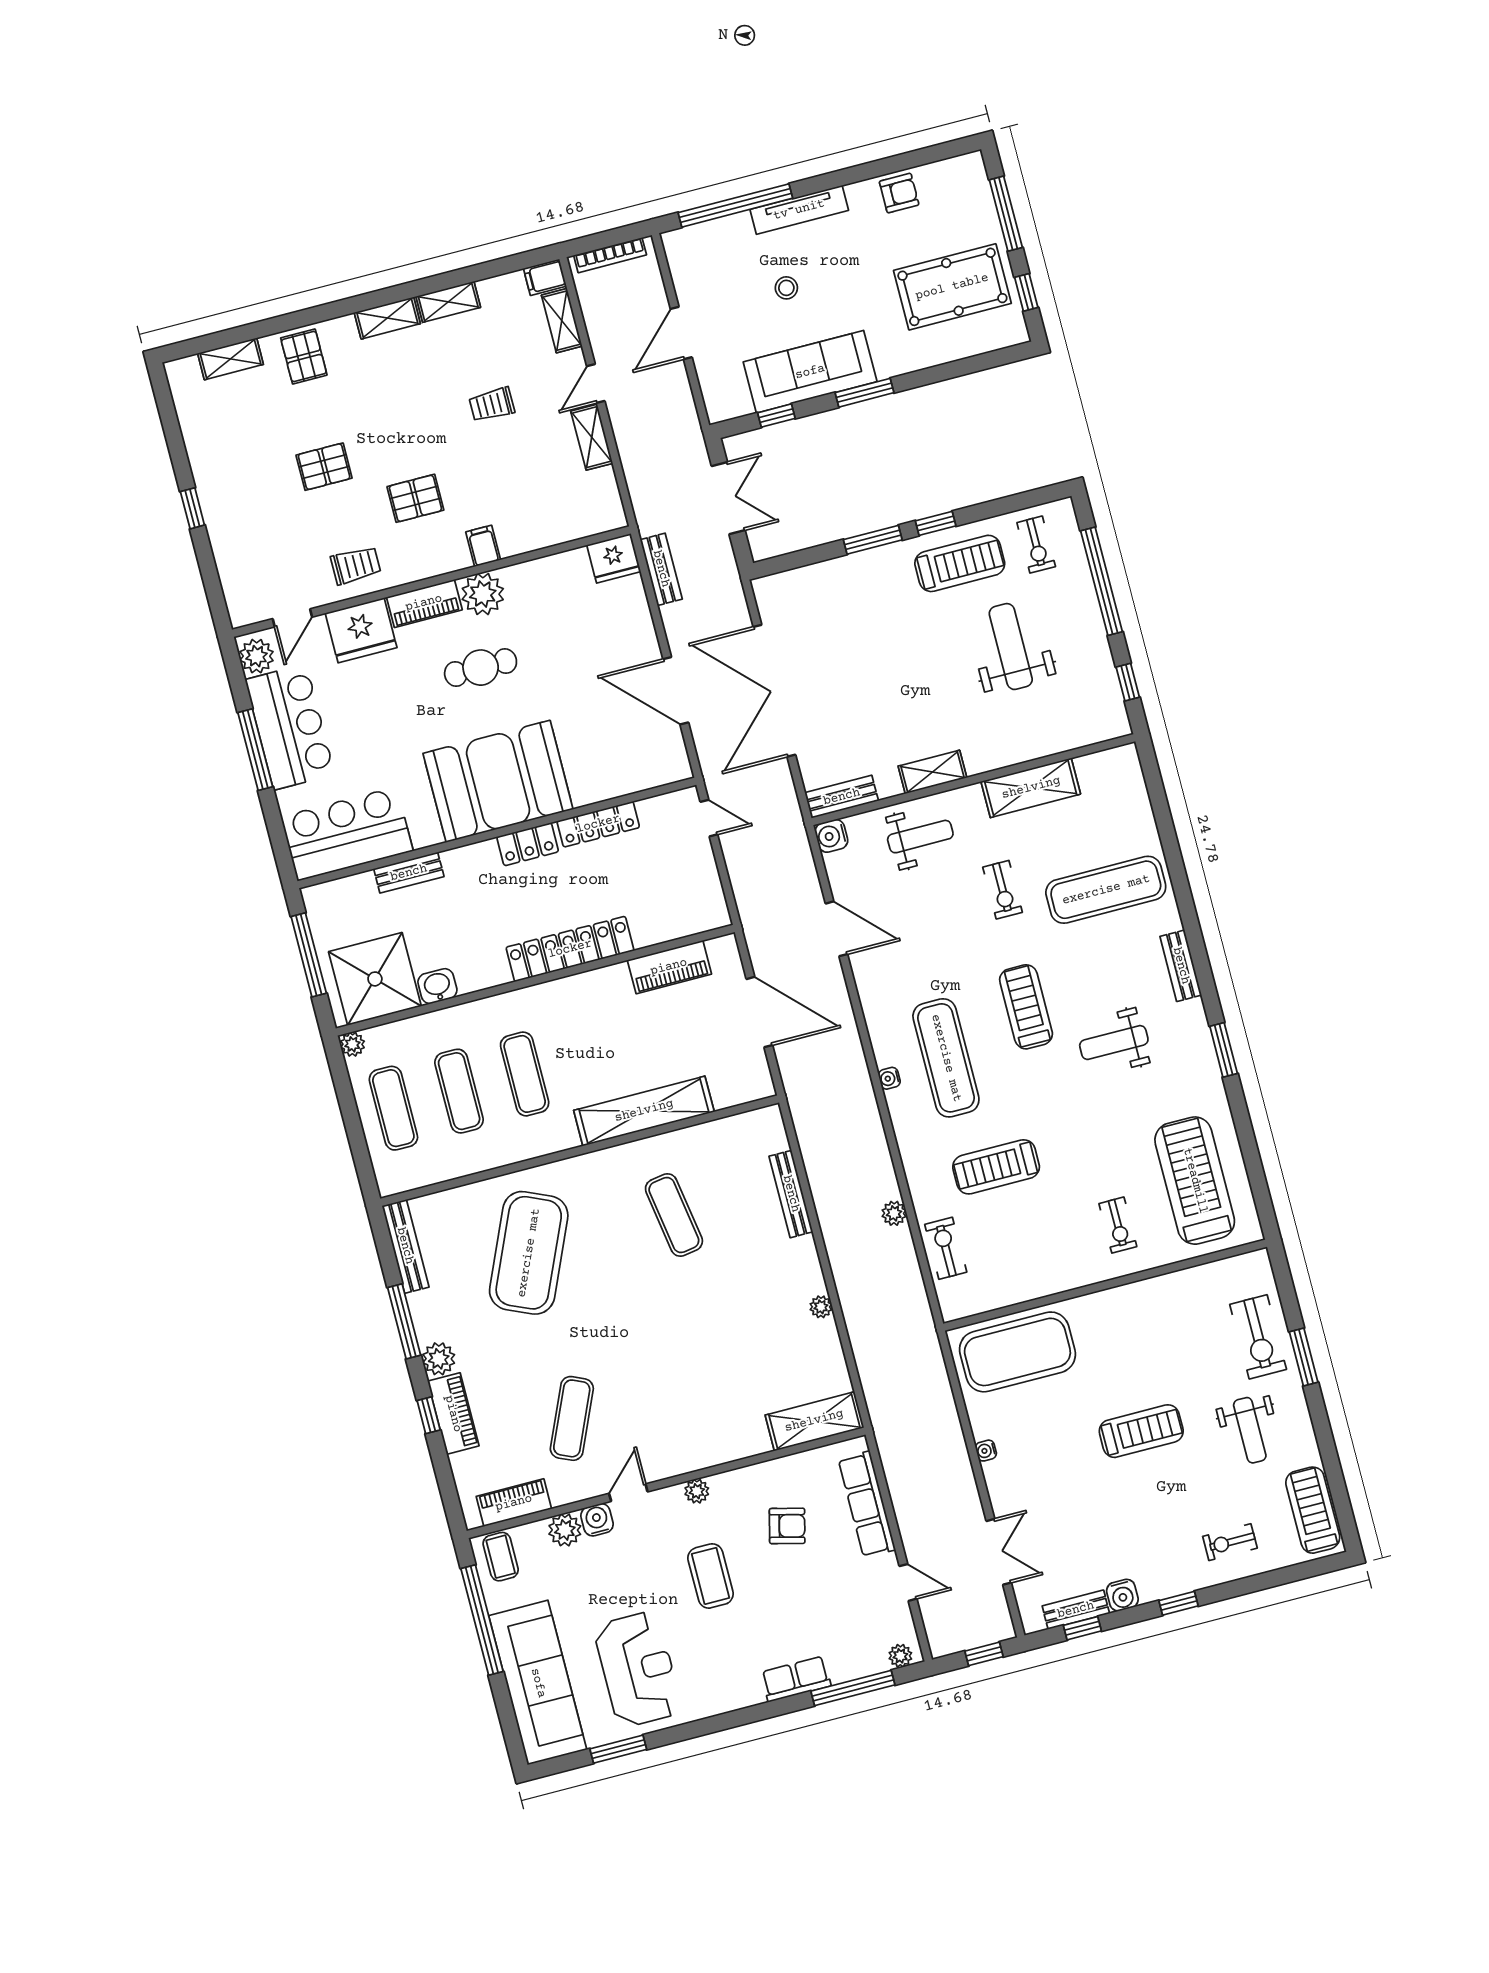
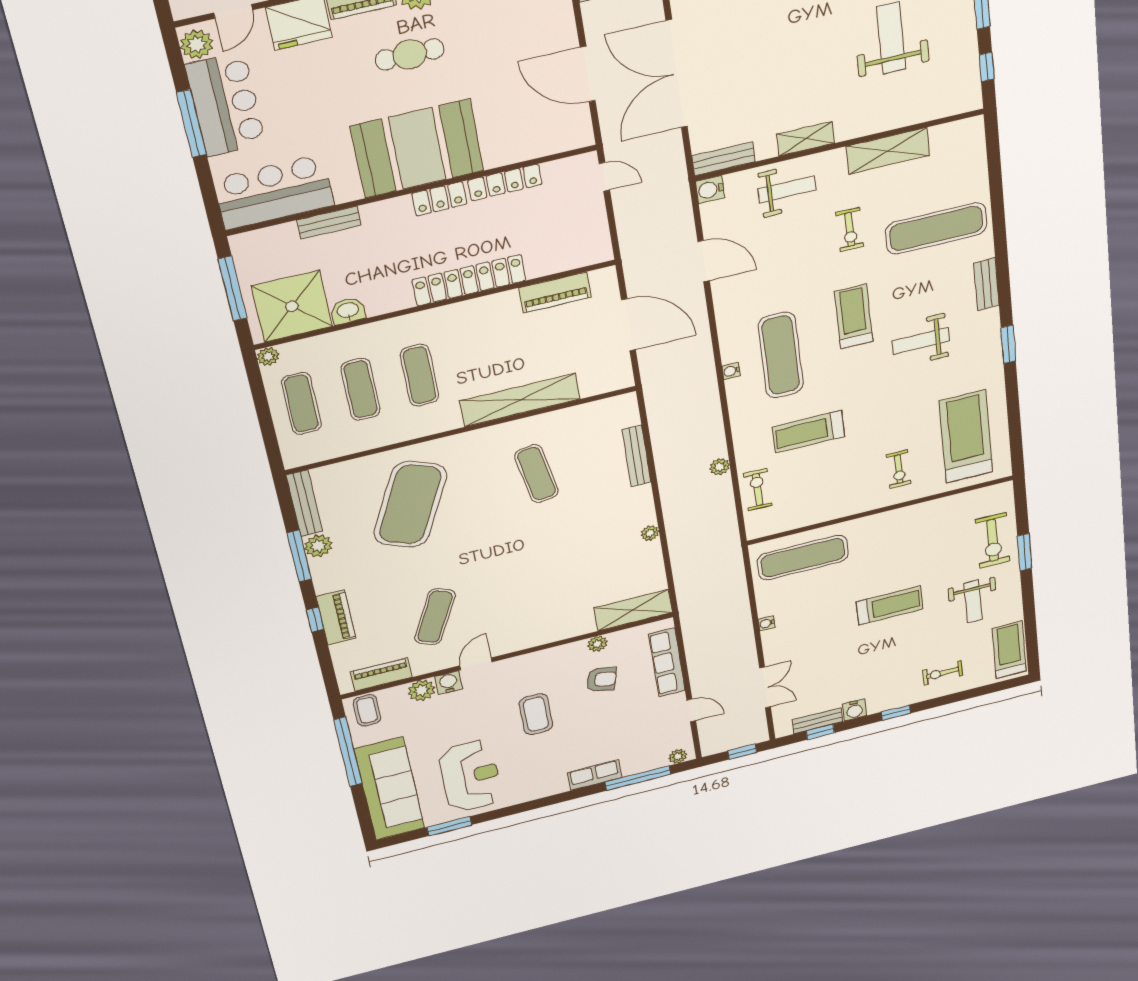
exercise mat: (1017, 1352) -> (803, 558), width x0.68
plant: (439, 1359) -> (318, 546), moved
plant: (697, 1491) -> (597, 644), moved

